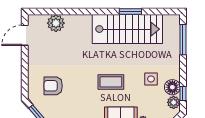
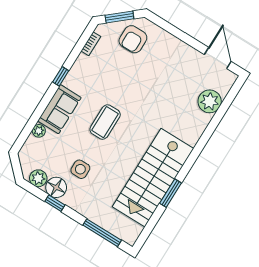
armchair: (53, 86) -> (133, 39), moved, turned 180
window: (183, 94) -> (55, 203), moved

